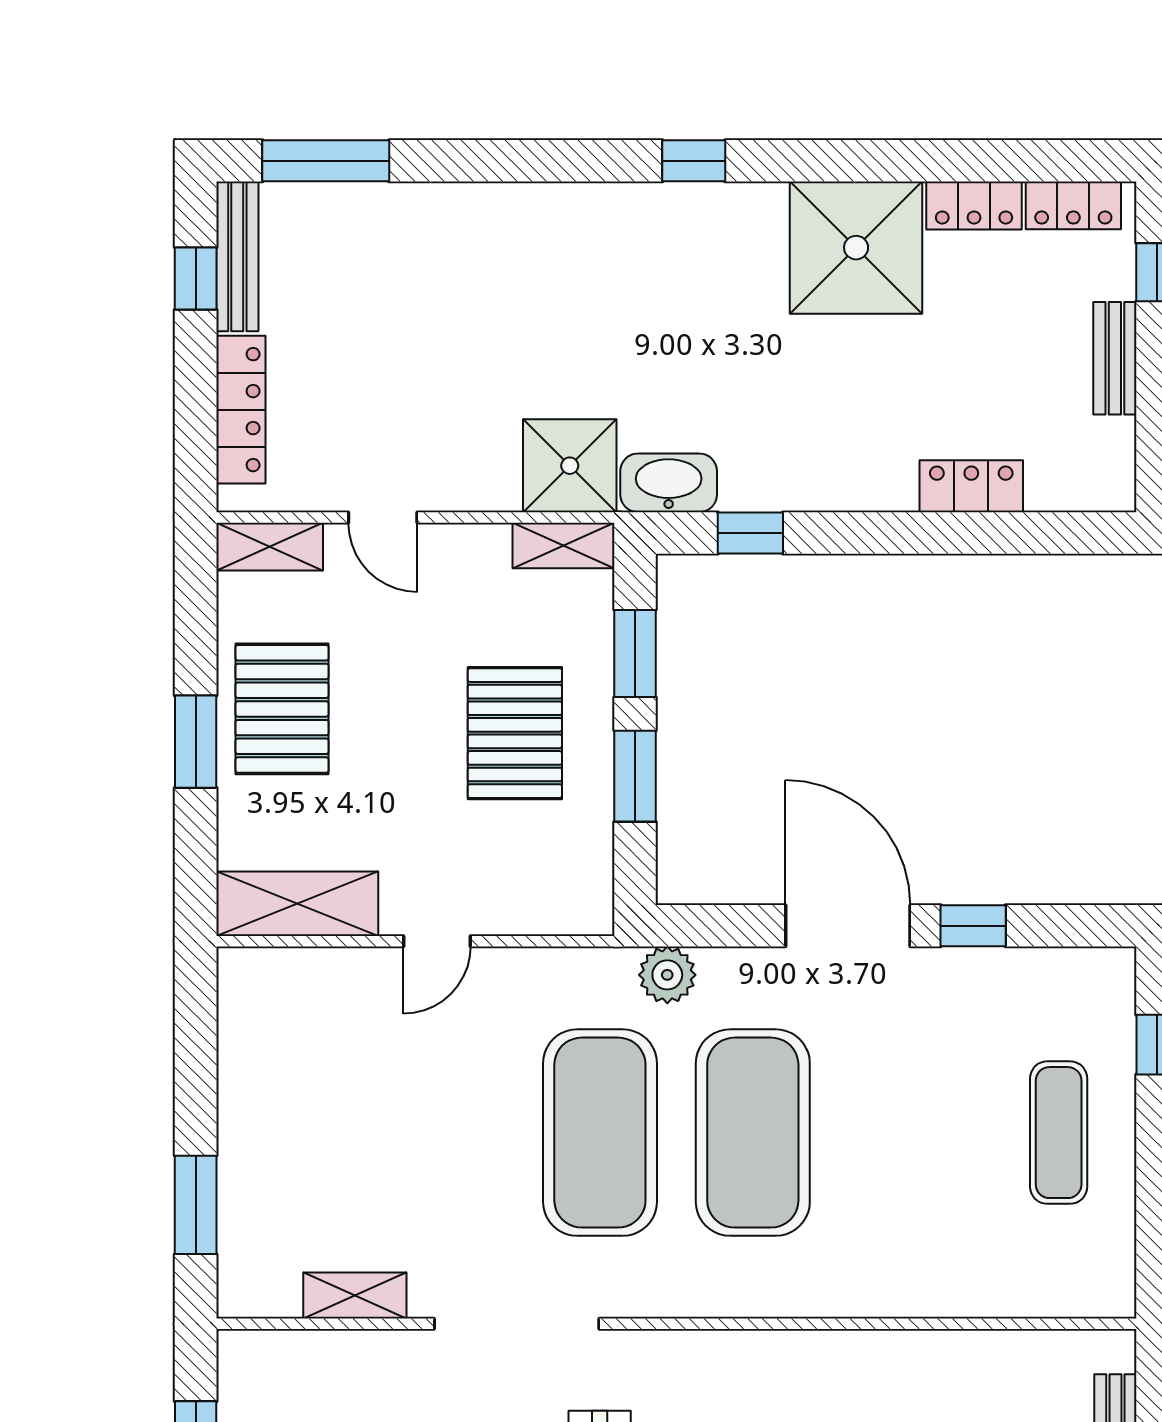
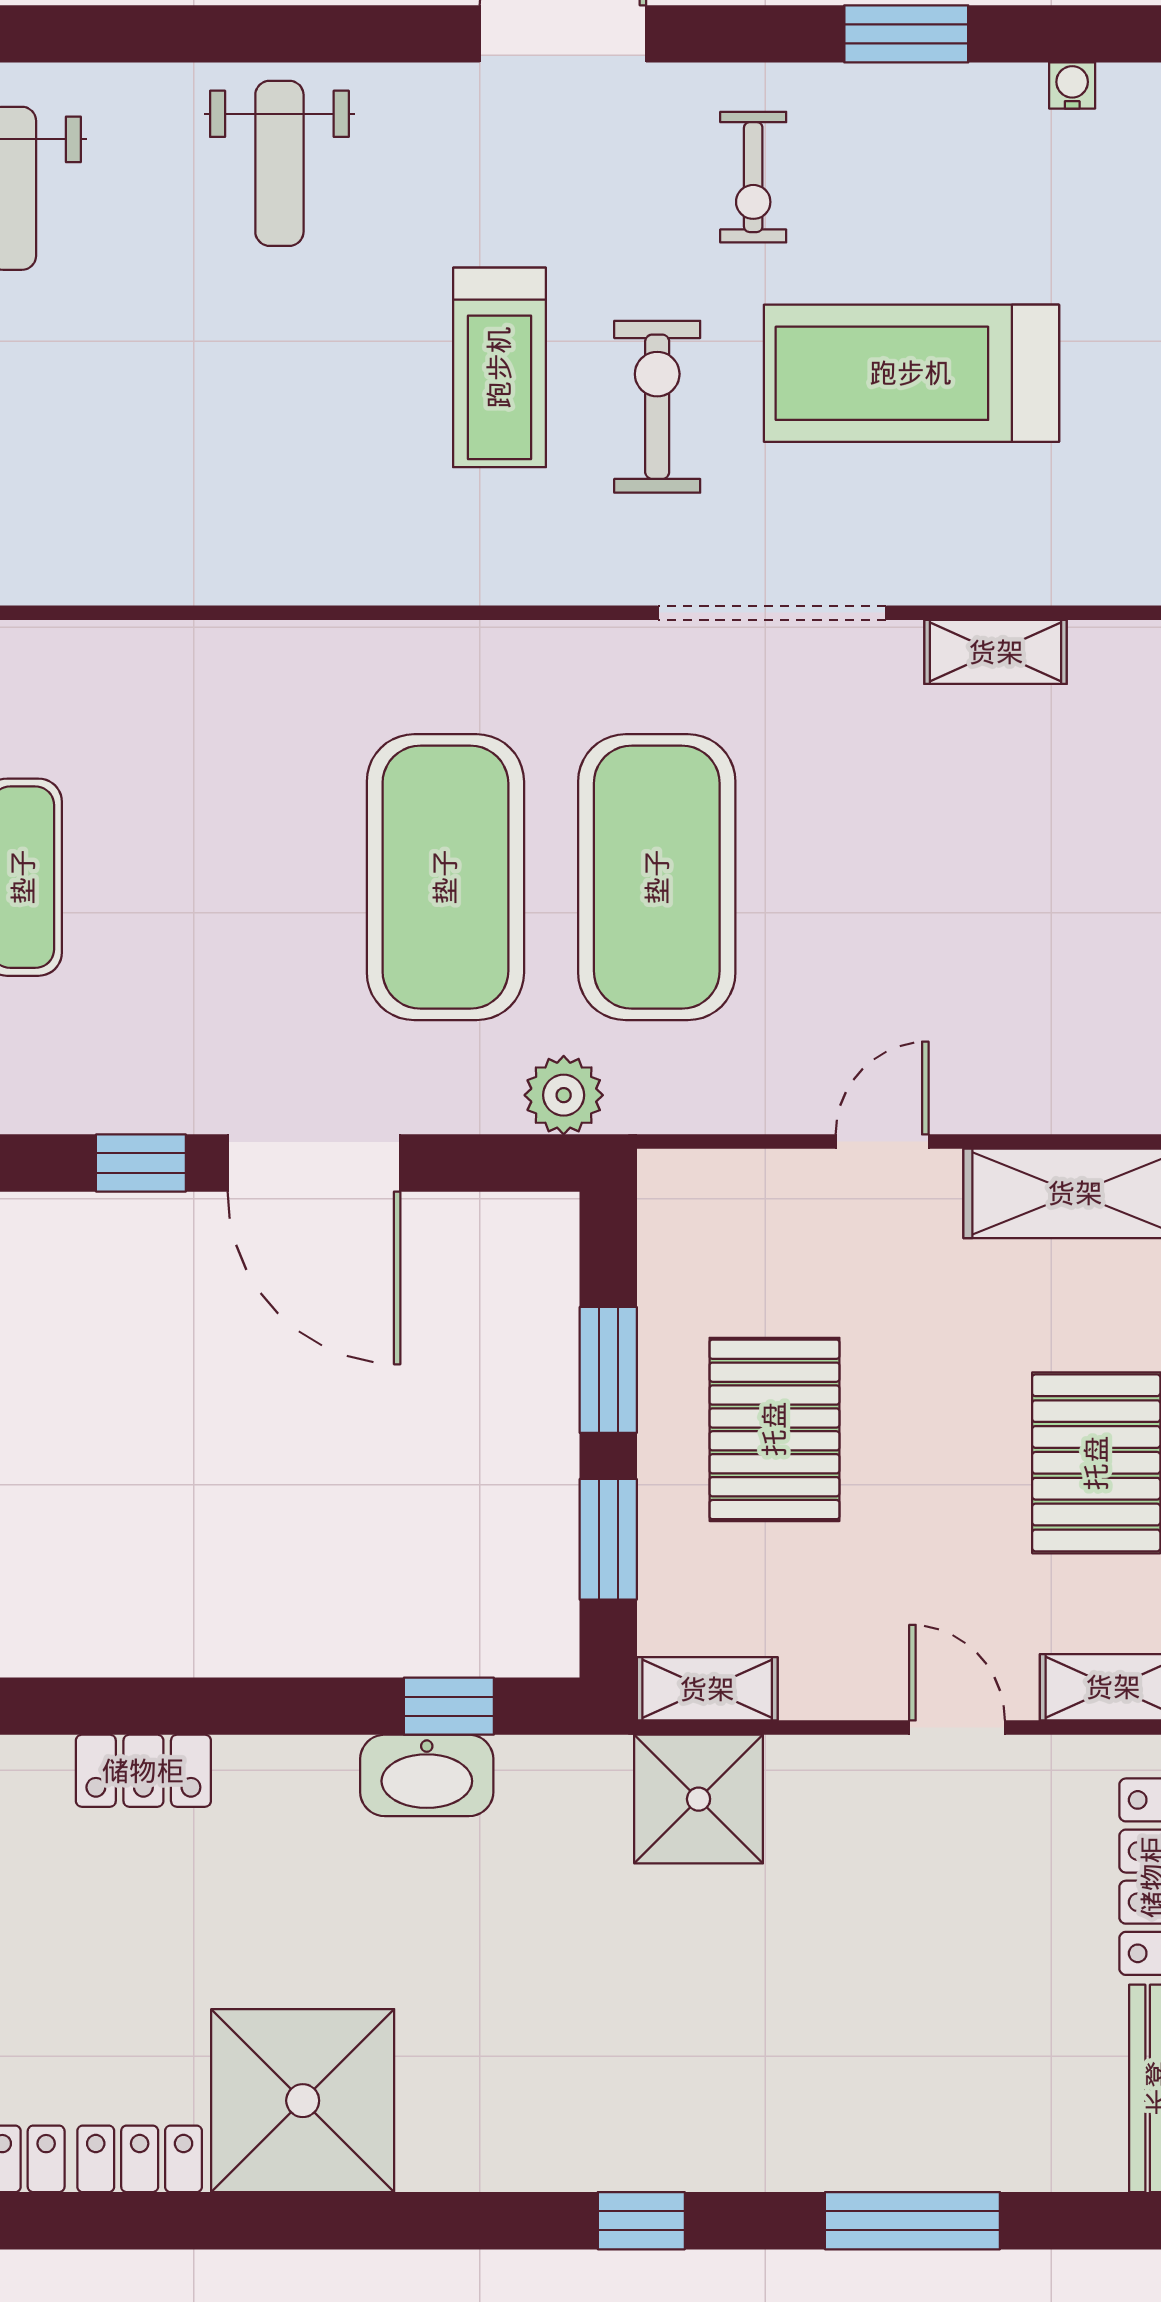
window: (326, 161) -> (912, 2221), moved
window: (694, 161) -> (641, 2221), moved
washbasin: (669, 483) -> (427, 1775), moved

